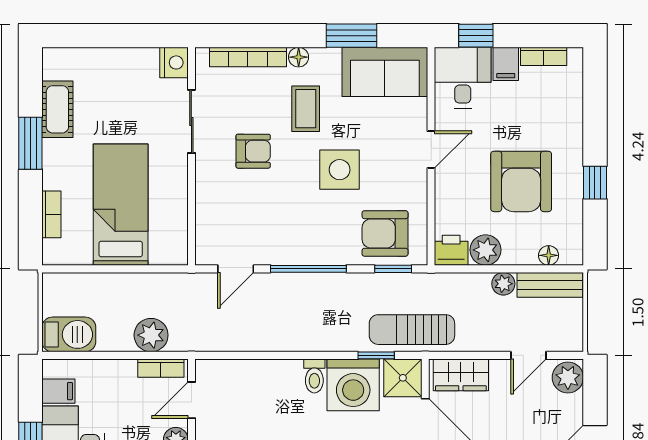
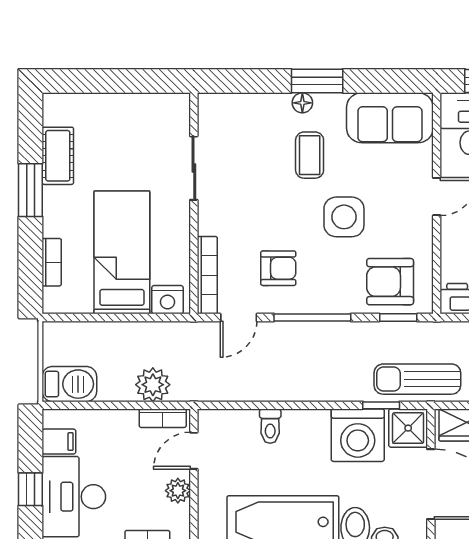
window: (352, 36) -> (317, 81), moved
bookcase: (248, 57) -> (207, 275), moved, turned -90
nightstand: (174, 62) -> (168, 300), moved, turned 90
armchair: (253, 151) -> (278, 268), moved
toilet: (314, 376) -> (270, 426), moved

